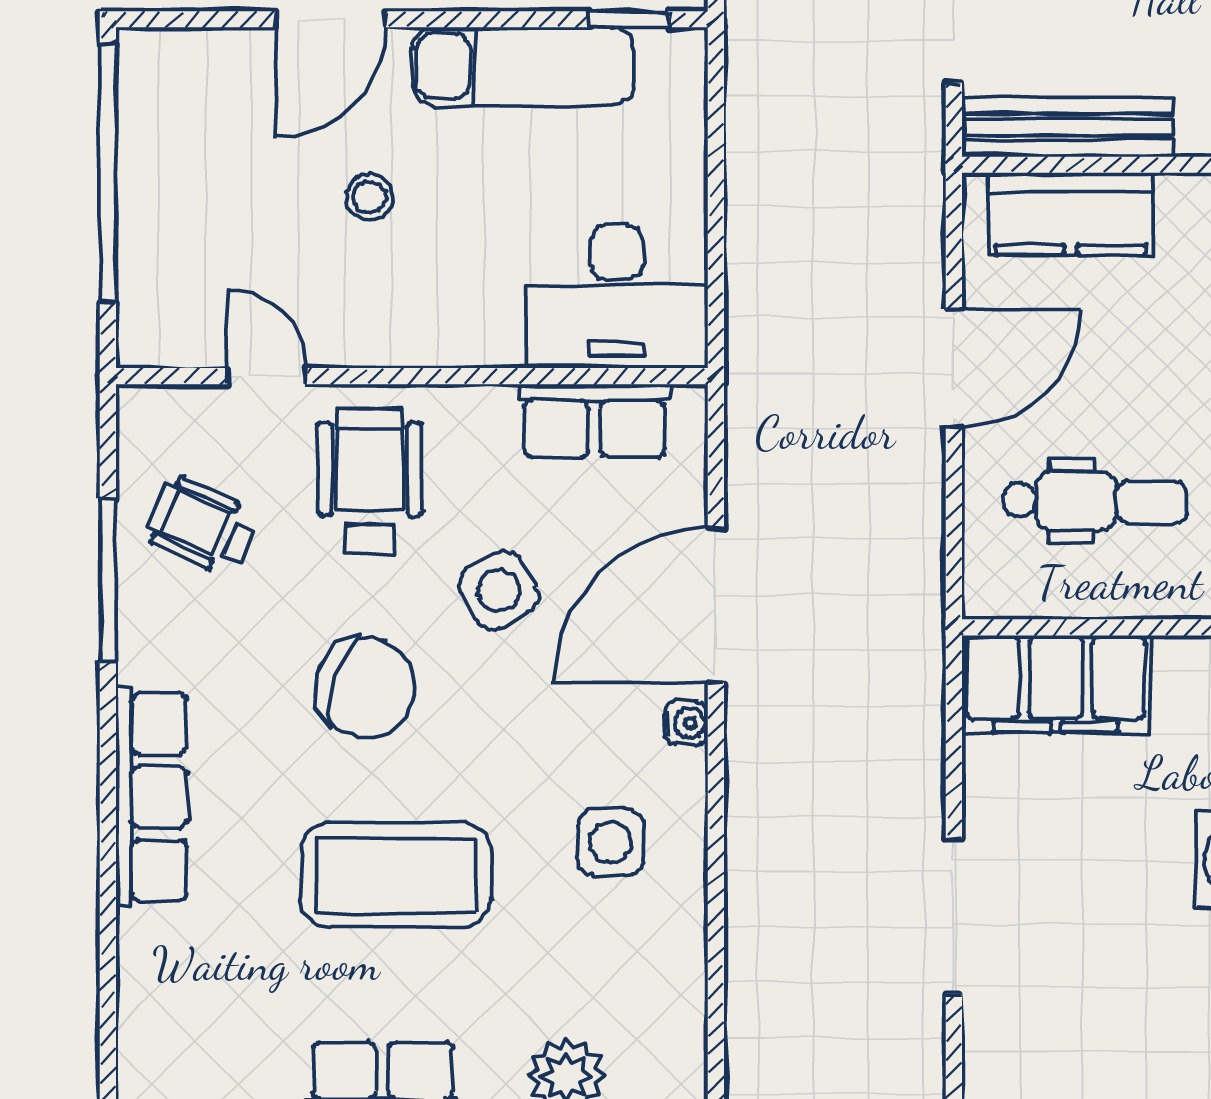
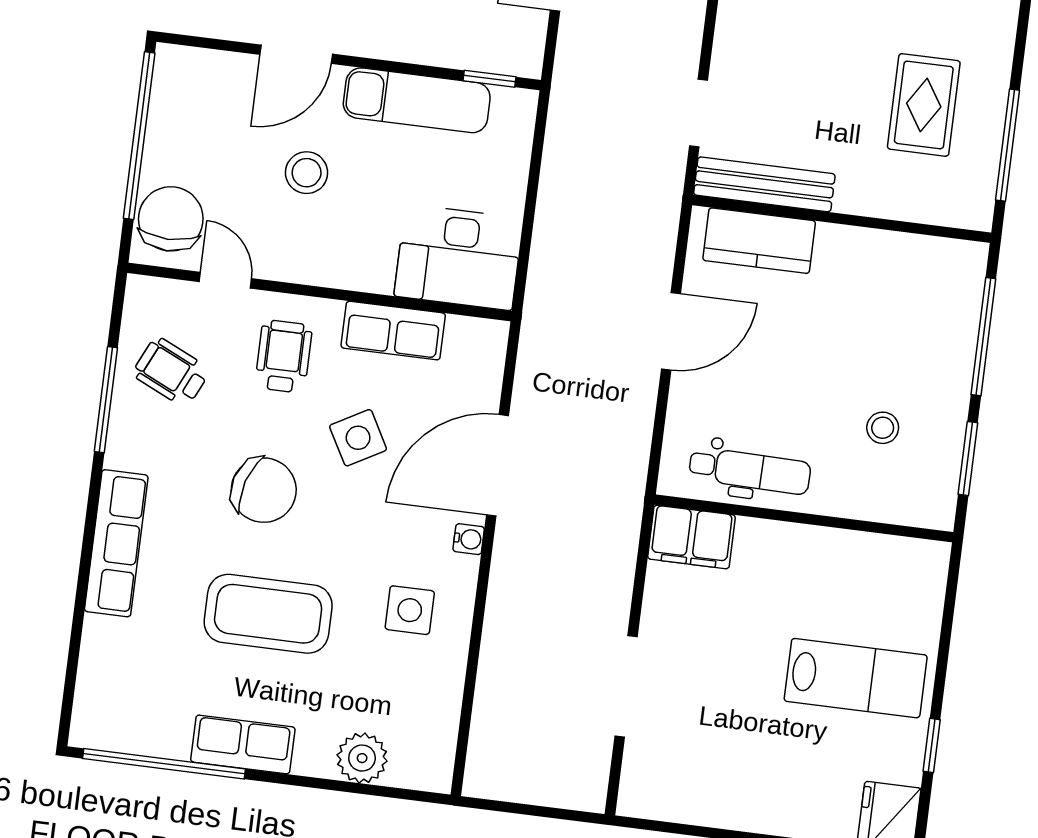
stool: (369, 197) -> (307, 173), width x1.37, depth x1.37
chair: (172, 294) -> (171, 219), added
row of seats: (594, 421) -> (393, 331), moved
wheelchair: (370, 481) -> (284, 356), width x0.73, depth x0.73
dental chair: (1095, 501) -> (750, 471), moved
filing cabinet: (1056, 684) -> (691, 537), width x0.67, depth x0.86

